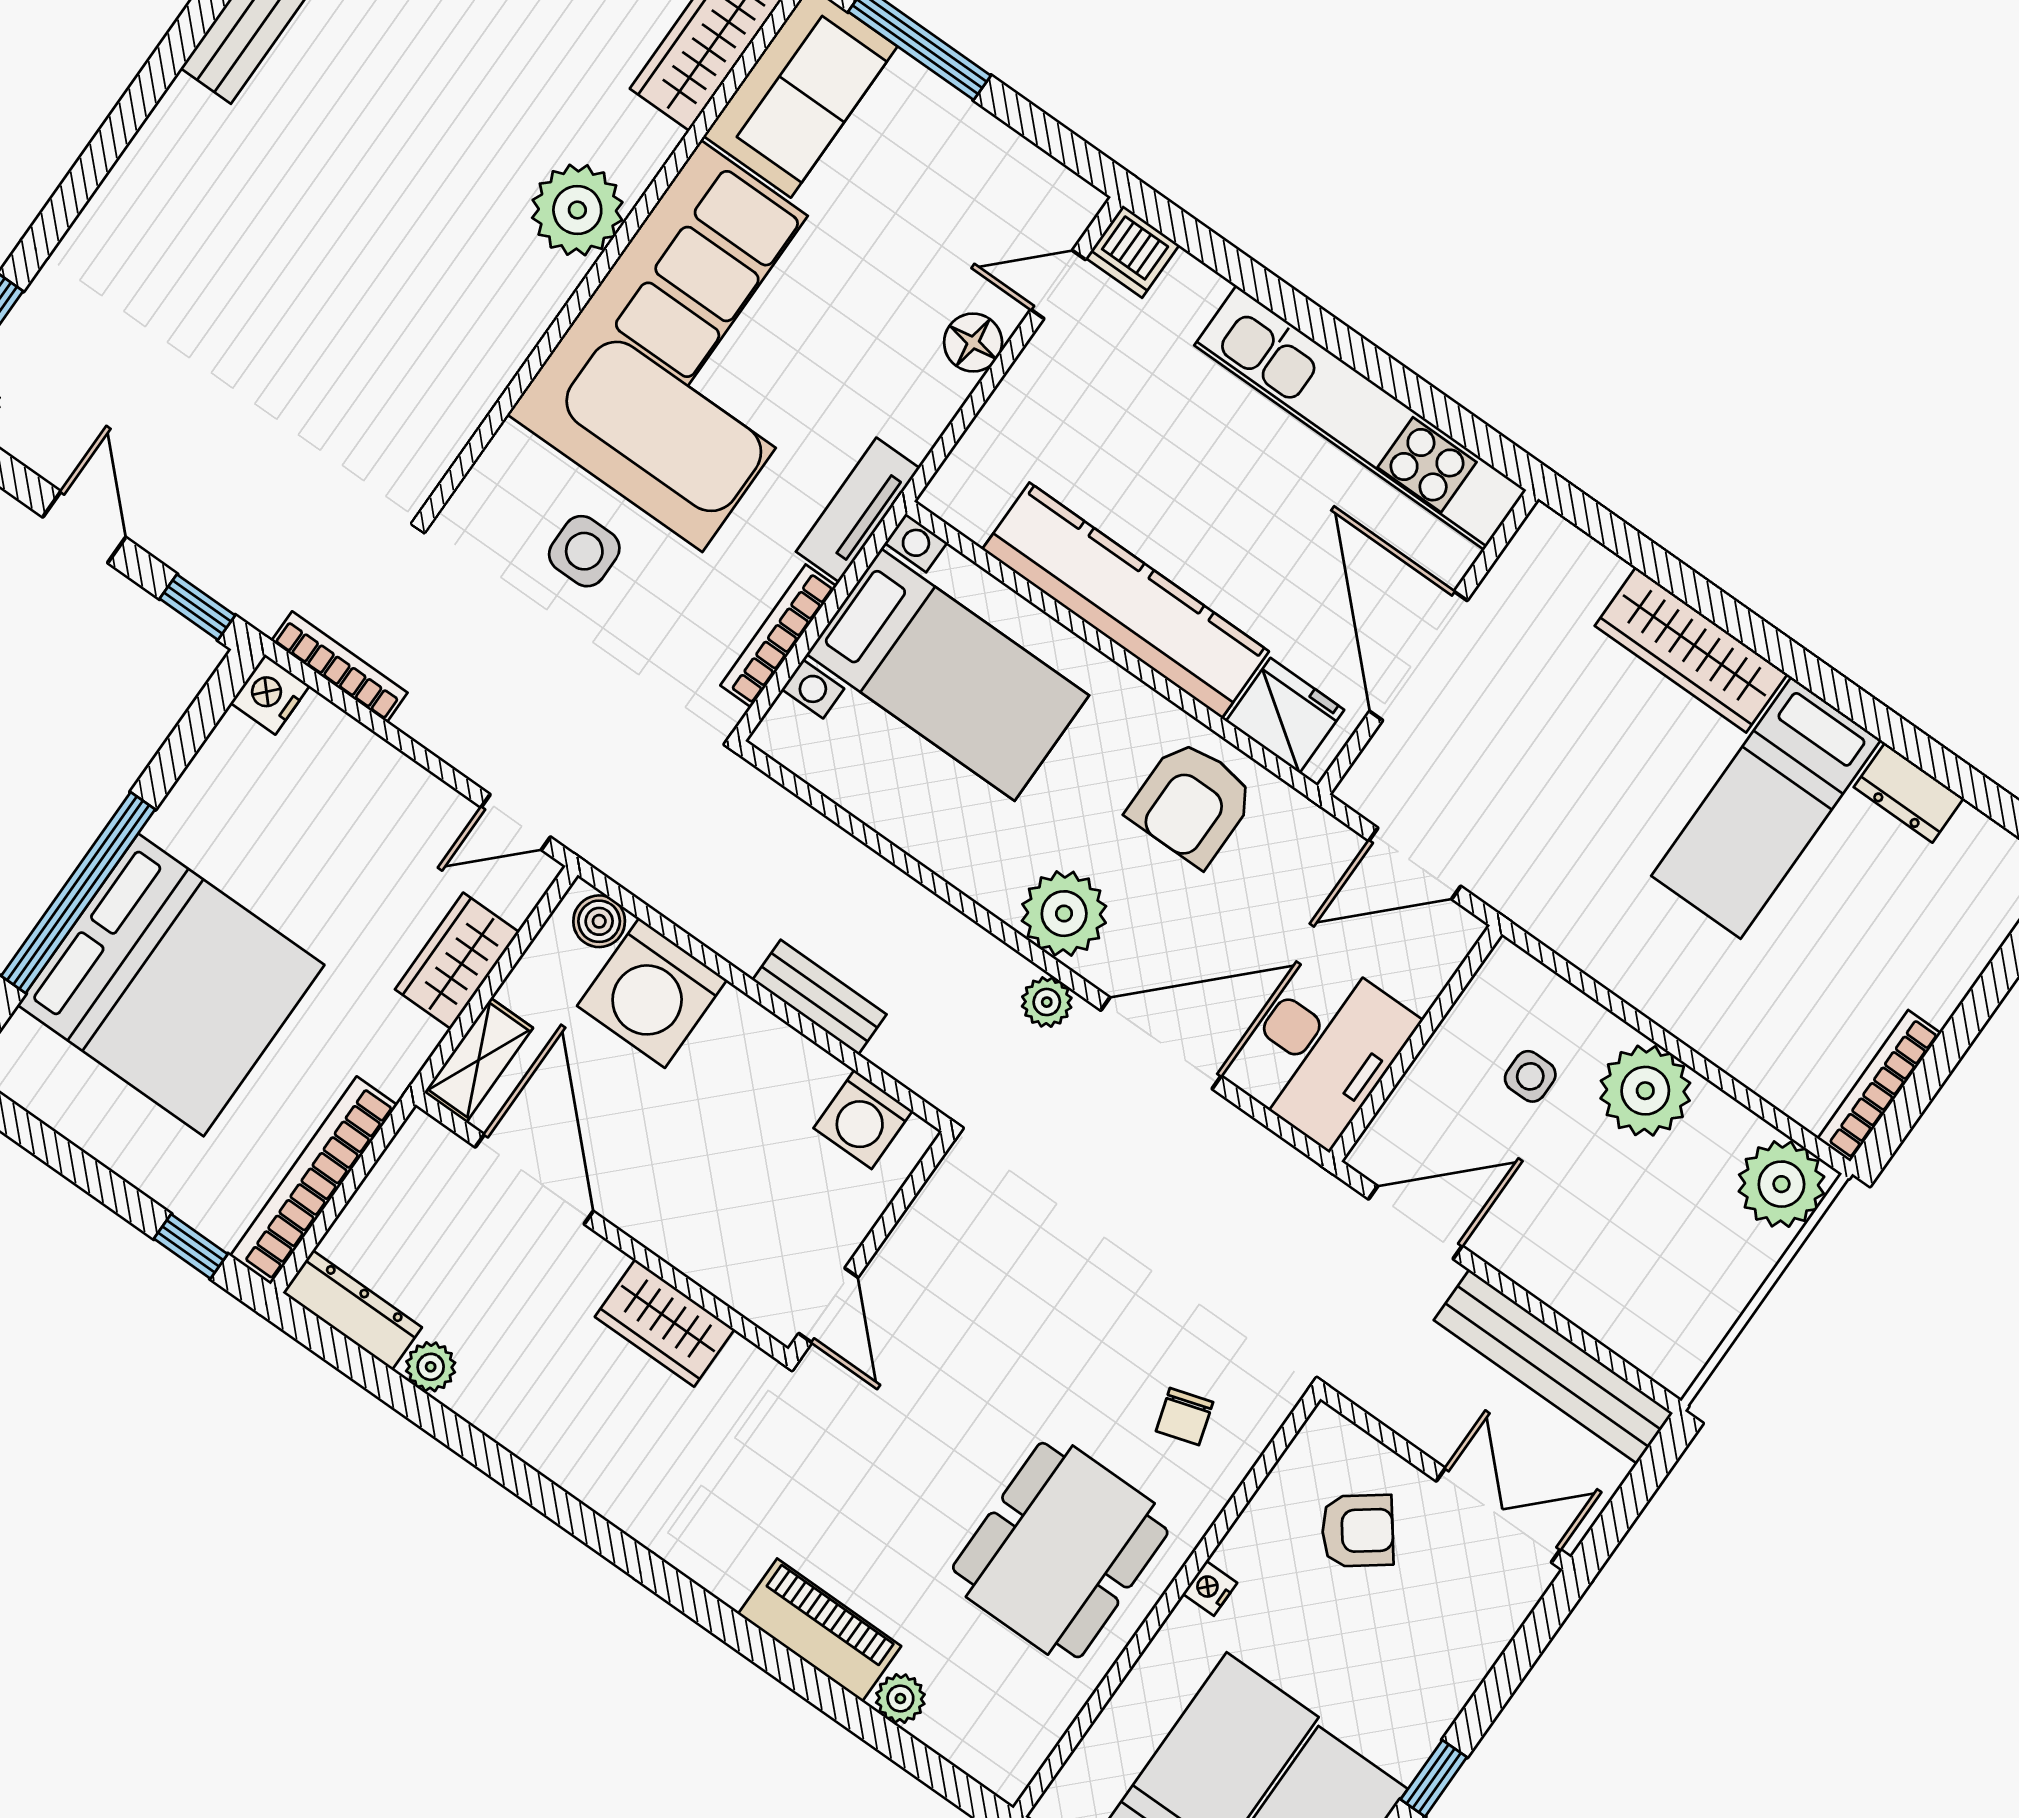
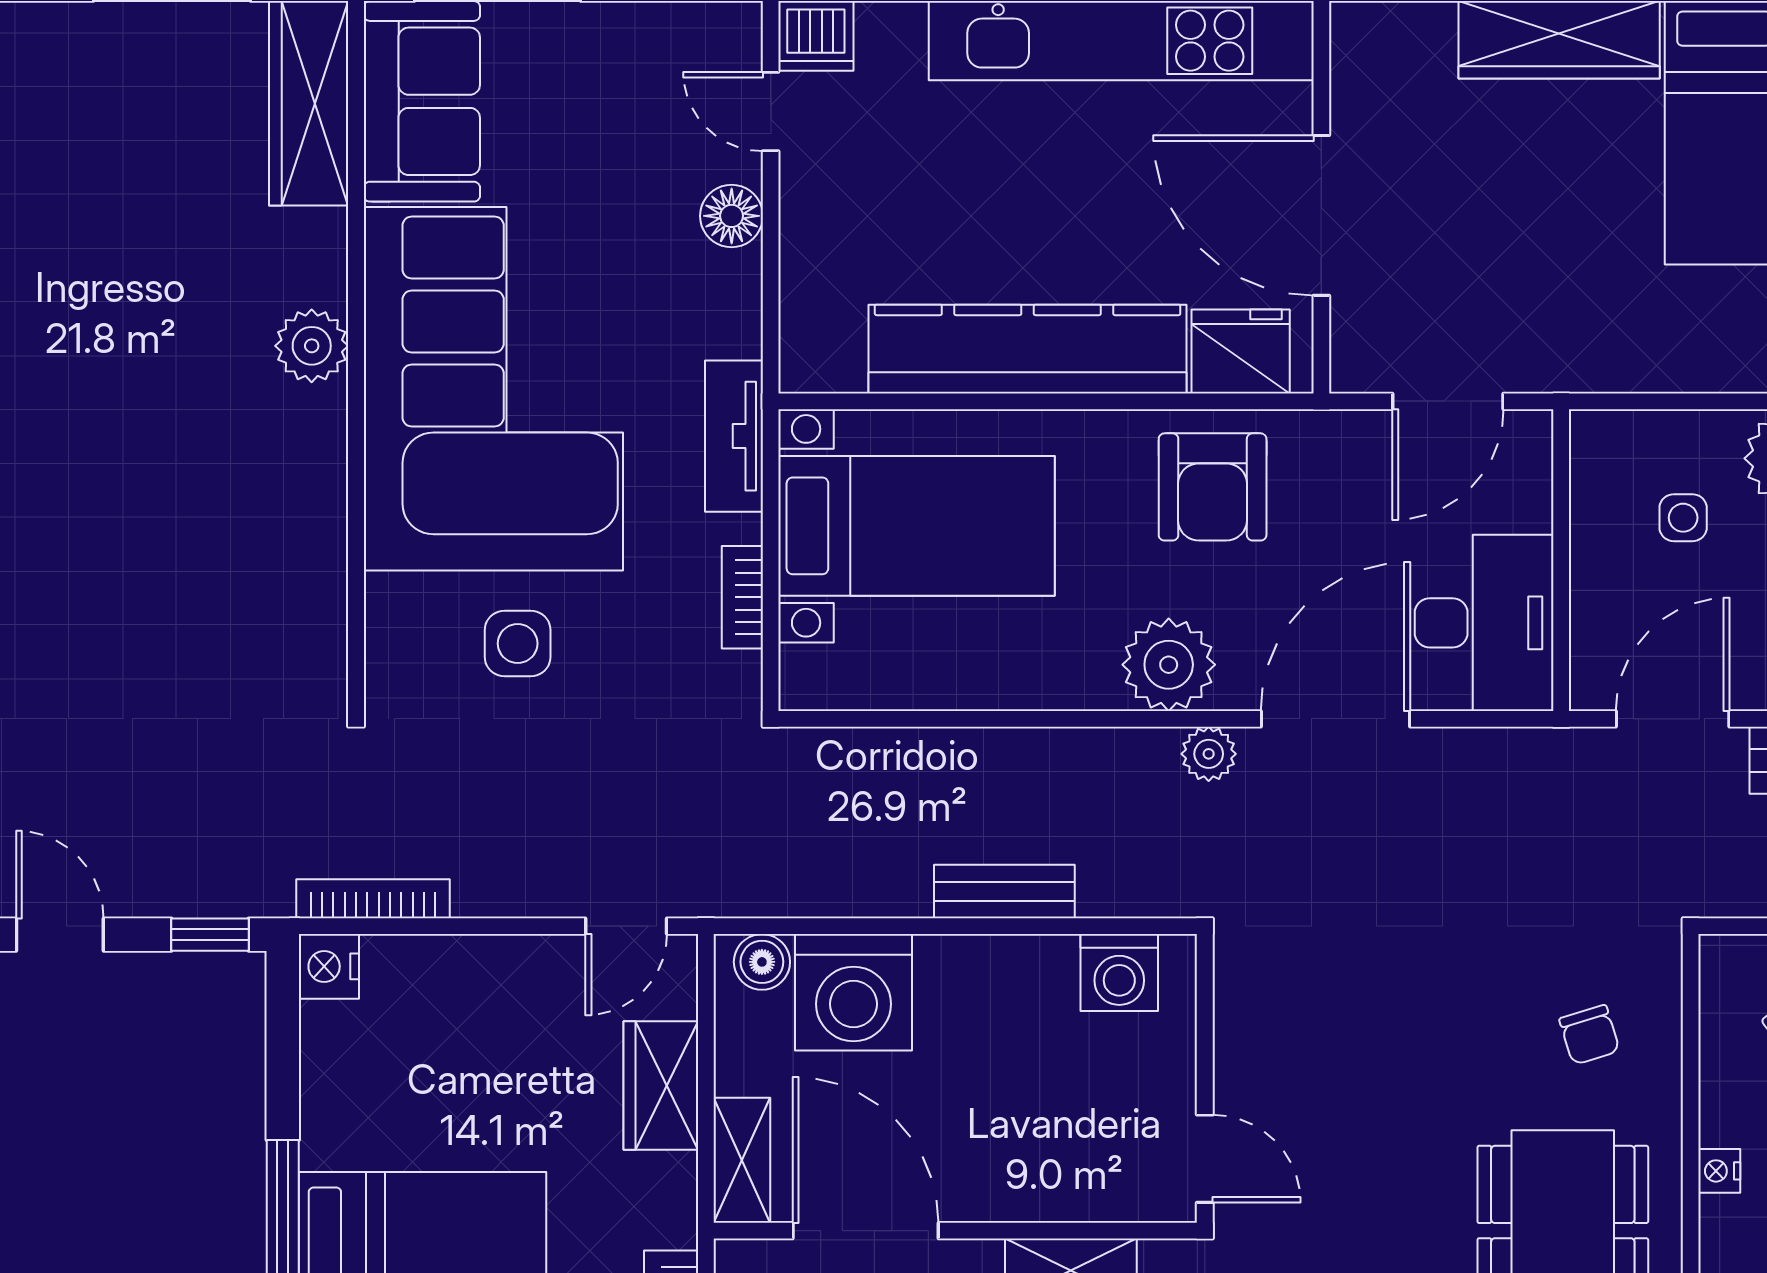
plant: (577, 210) -> (312, 346), width x0.73, depth x0.73
door: (1058, 285) -> (771, 112), hinge flipped
bookcase: (778, 636) -> (742, 597), width x0.64

